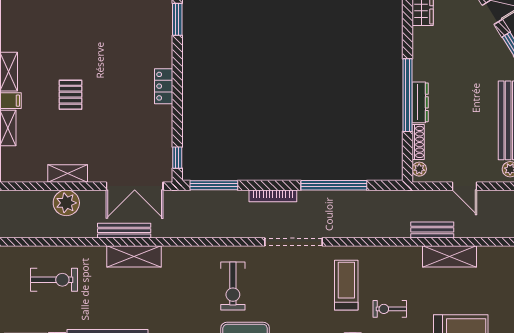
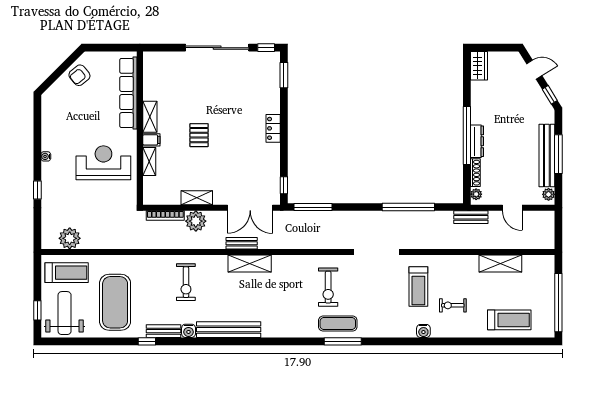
bookcase: (273, 196) -> (165, 216), moved
bench: (432, 230) -> (471, 217), moved
bench: (124, 231) -> (242, 243), width x0.73
exercise bike: (54, 280) -> (186, 282), turned 90
treadmill: (346, 285) -> (418, 287), turned 180

